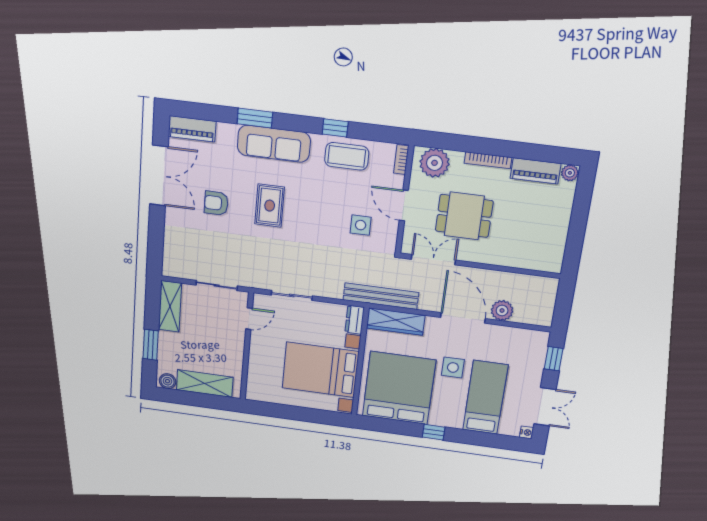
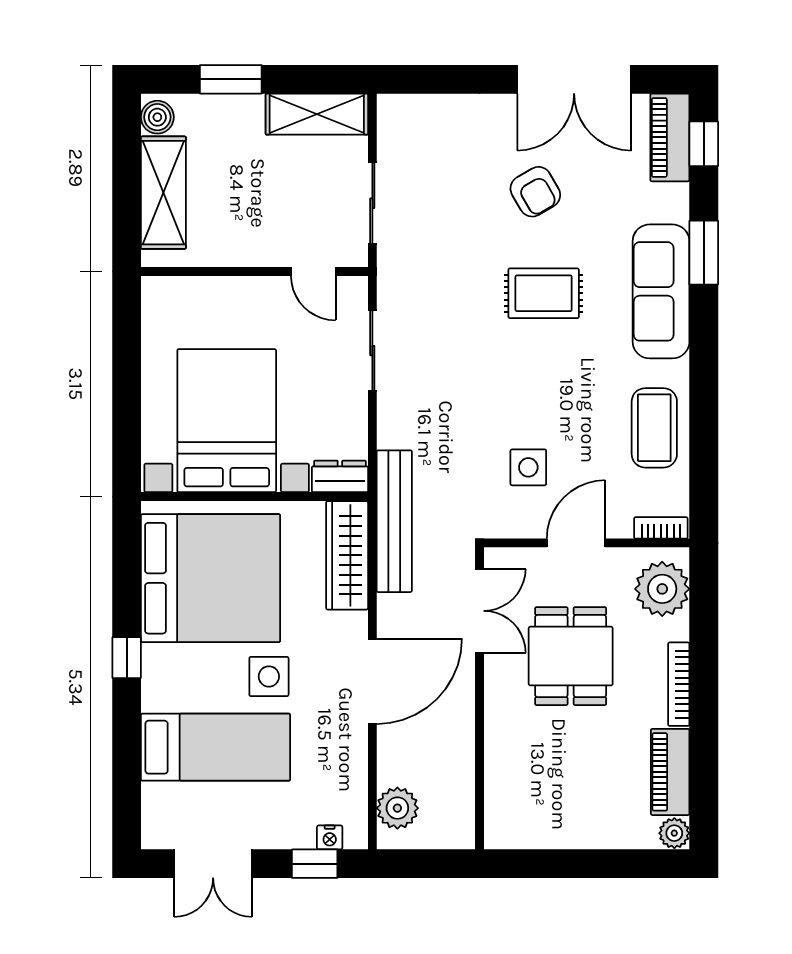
window: (335, 128) -> (704, 144), moved
armchair: (216, 203) -> (535, 192), turned 150
plant: (502, 311) -> (397, 808), moved
nightstand: (526, 432) -> (330, 837), moved

